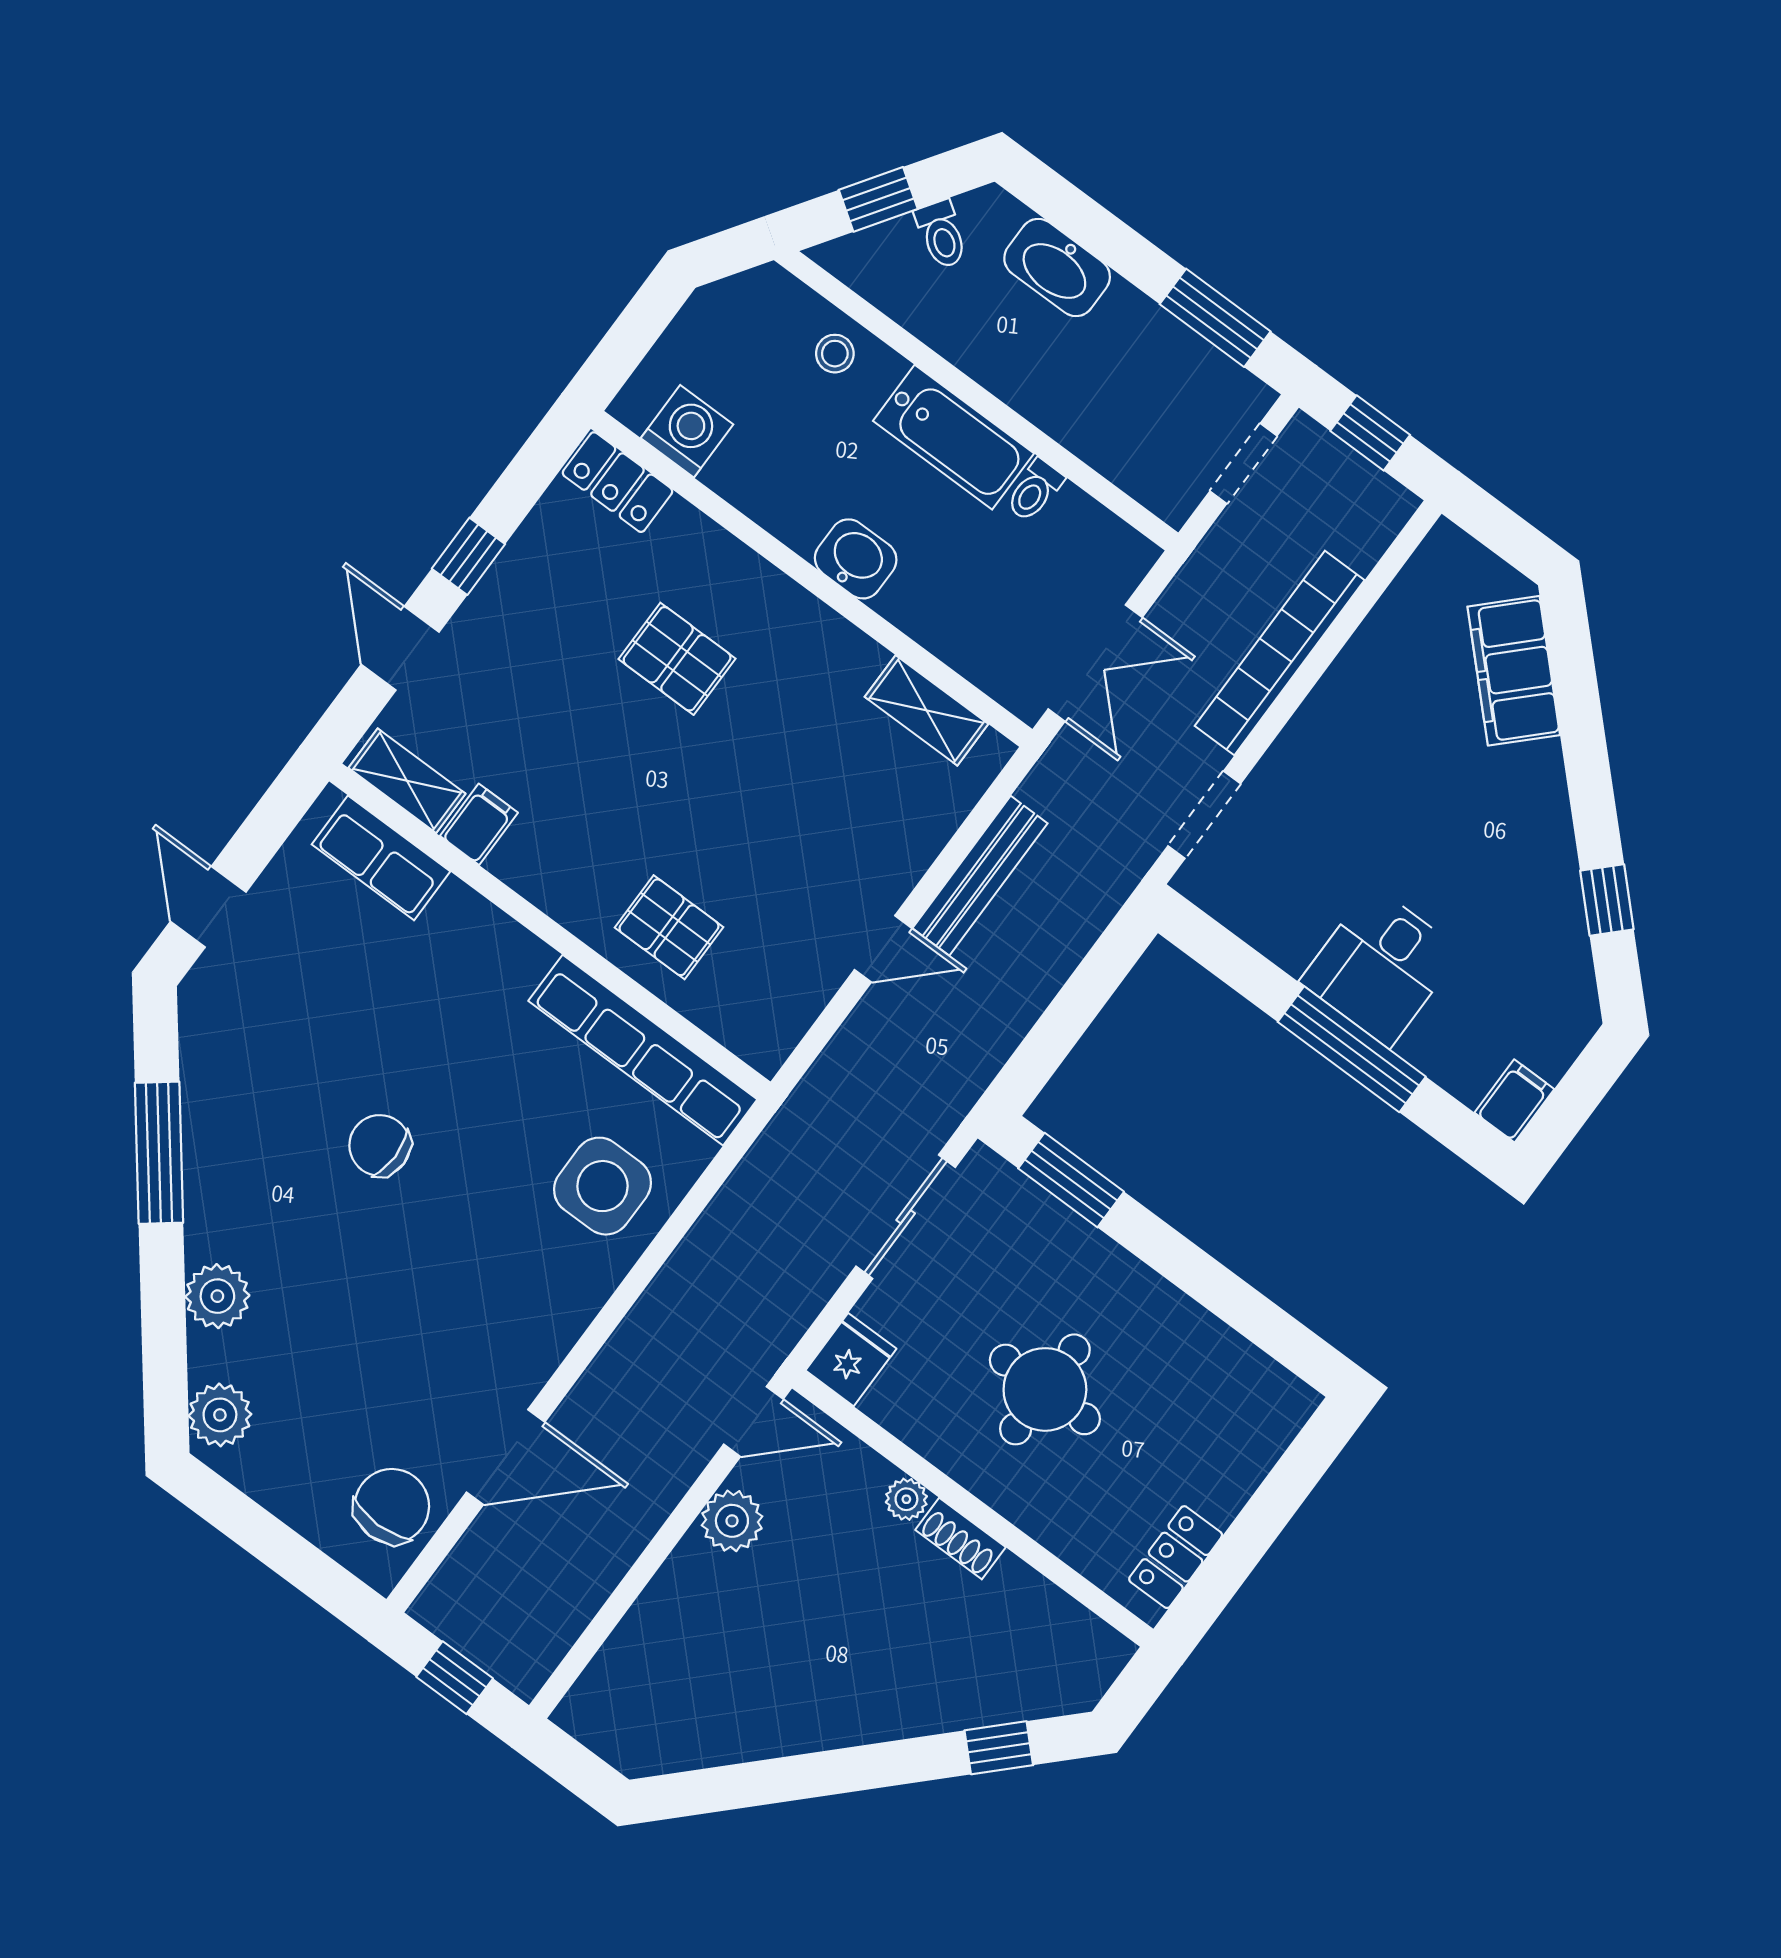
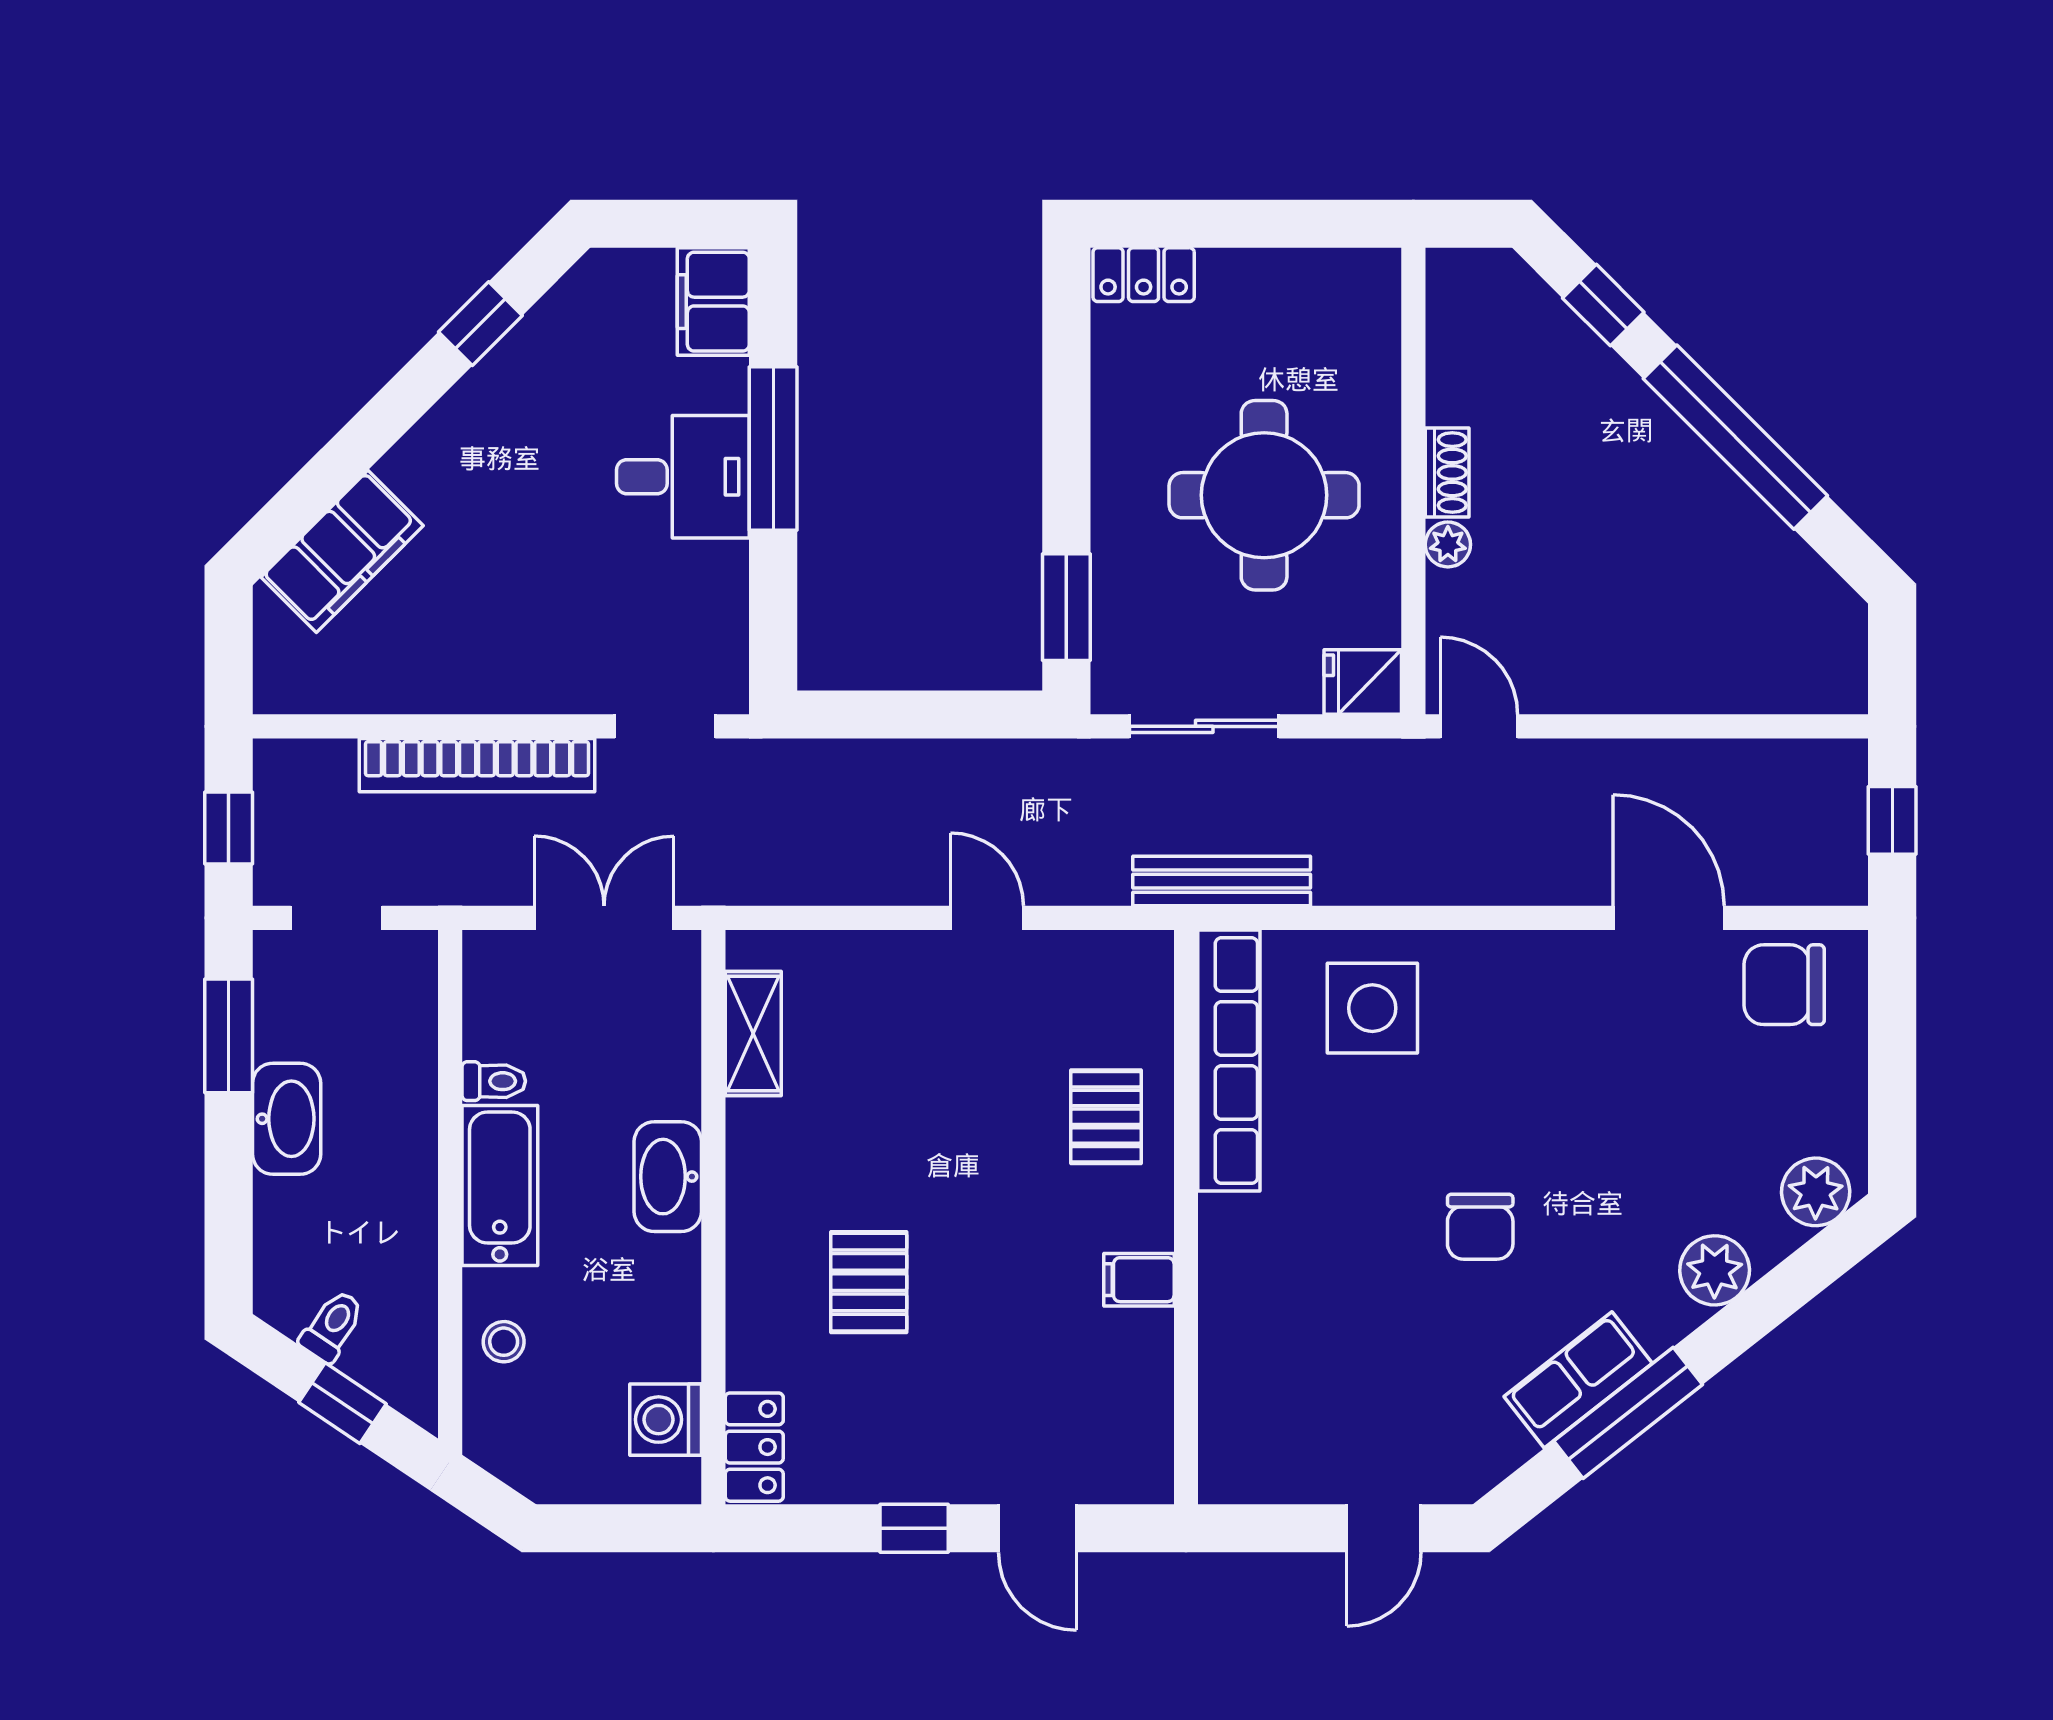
washbasin: (1057, 267) -> (287, 1119), moved
washbasin: (856, 559) -> (668, 1177), width x1.38
door: (400, 648) -> (1037, 1528), hinge flipped
shelving: (407, 781) -> (1148, 1437), removed
filing cabinet: (479, 824) -> (1139, 1280), moved
row of seats: (381, 858) -> (1578, 1380), moved, turned -128
bench: (980, 876) -> (1222, 881), moved
filing cabinet: (1514, 1101) -> (713, 302), width x2.00
round table: (1045, 1389) -> (1264, 495), width x1.36, depth x1.36
plant: (732, 1521) -> (1578, 681), removed
locker: (1176, 1557) -> (1144, 275), moved
window: (827, 1773) -> (1735, 437), added

